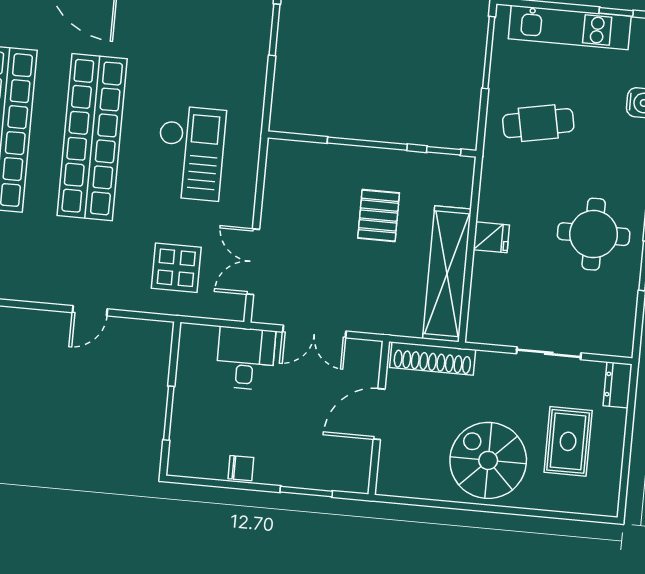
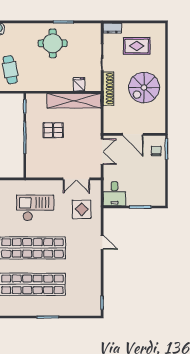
fridge: (491, 237) -> (79, 84), moved
desk: (245, 358) -> (114, 194), moved, turned -90
shoe rack: (433, 358) -> (108, 89), moved
door: (379, 414) -> (133, 134), moved
wall: (379, 418) -> (134, 134), moved
spiral stairs: (488, 460) -> (144, 88), moved
chair: (241, 468) -> (156, 151), moved

